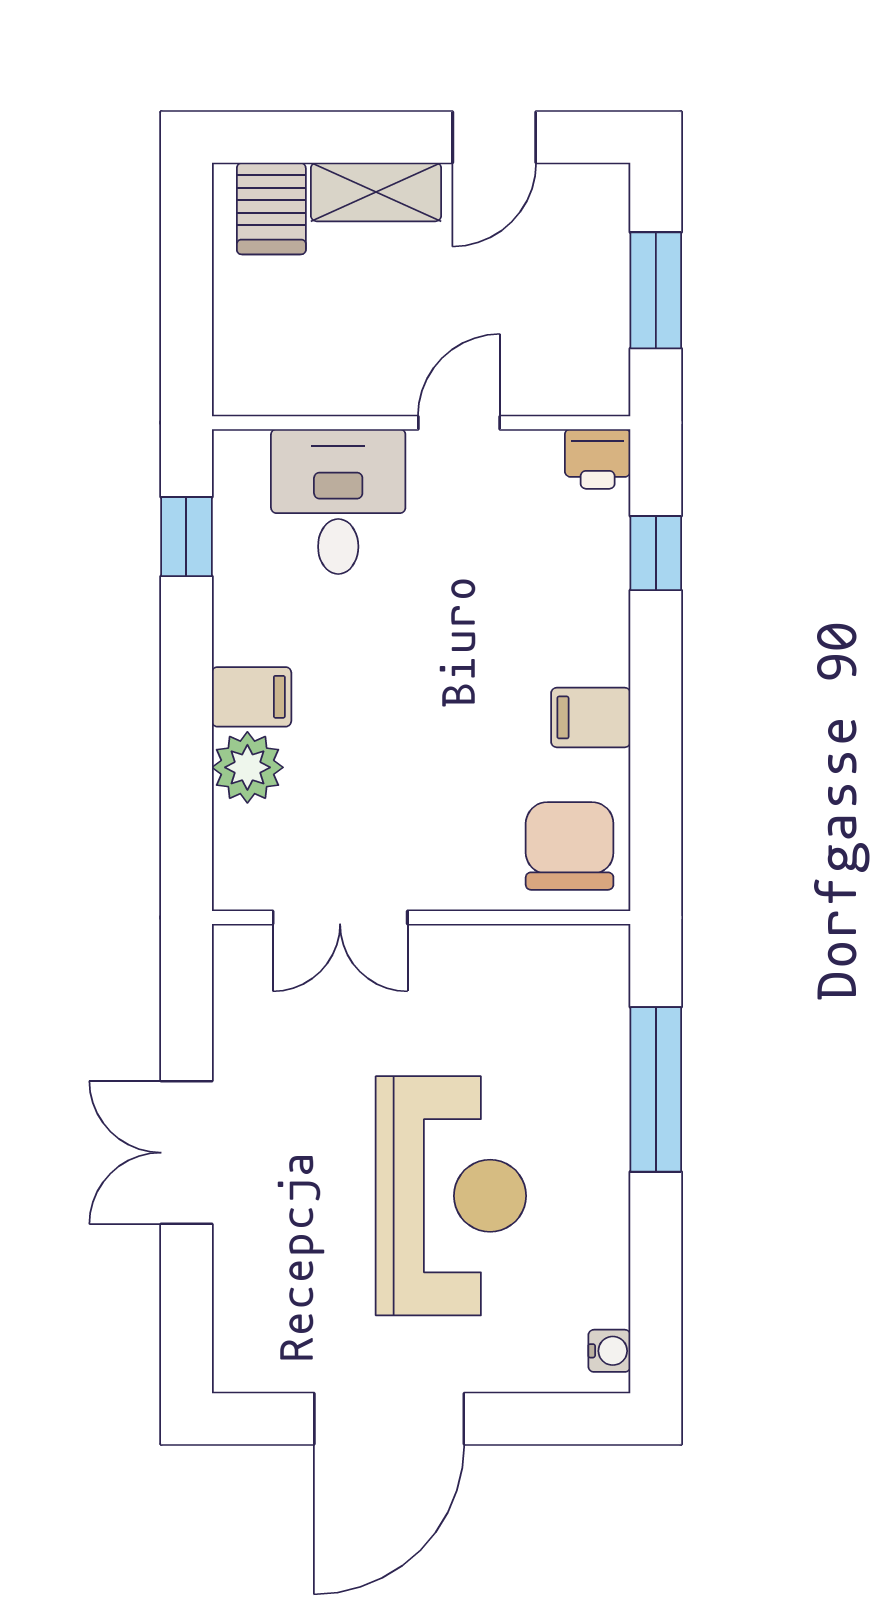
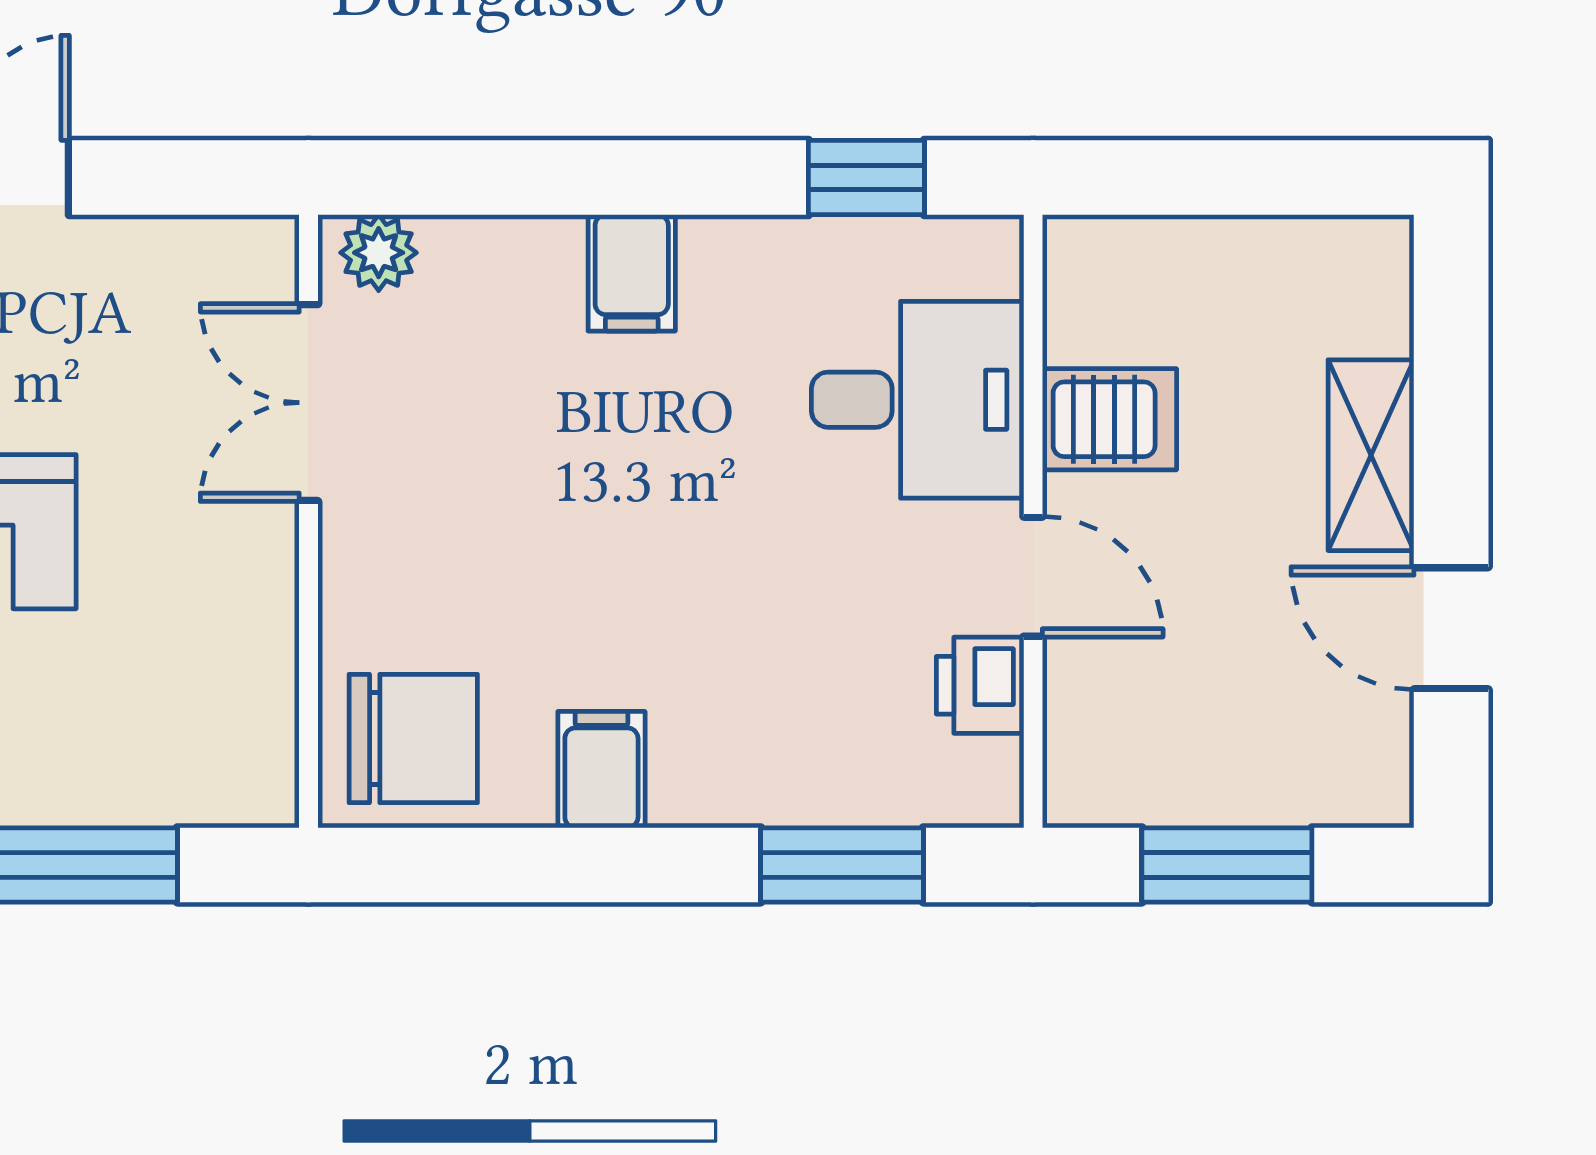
server rack: (271, 208) -> (1109, 419), moved, turned 180
printer: (598, 459) -> (980, 685), moved
window: (656, 553) -> (842, 865), width x1.50
plant: (247, 767) -> (379, 253), moved, width x0.73, depth x0.73

